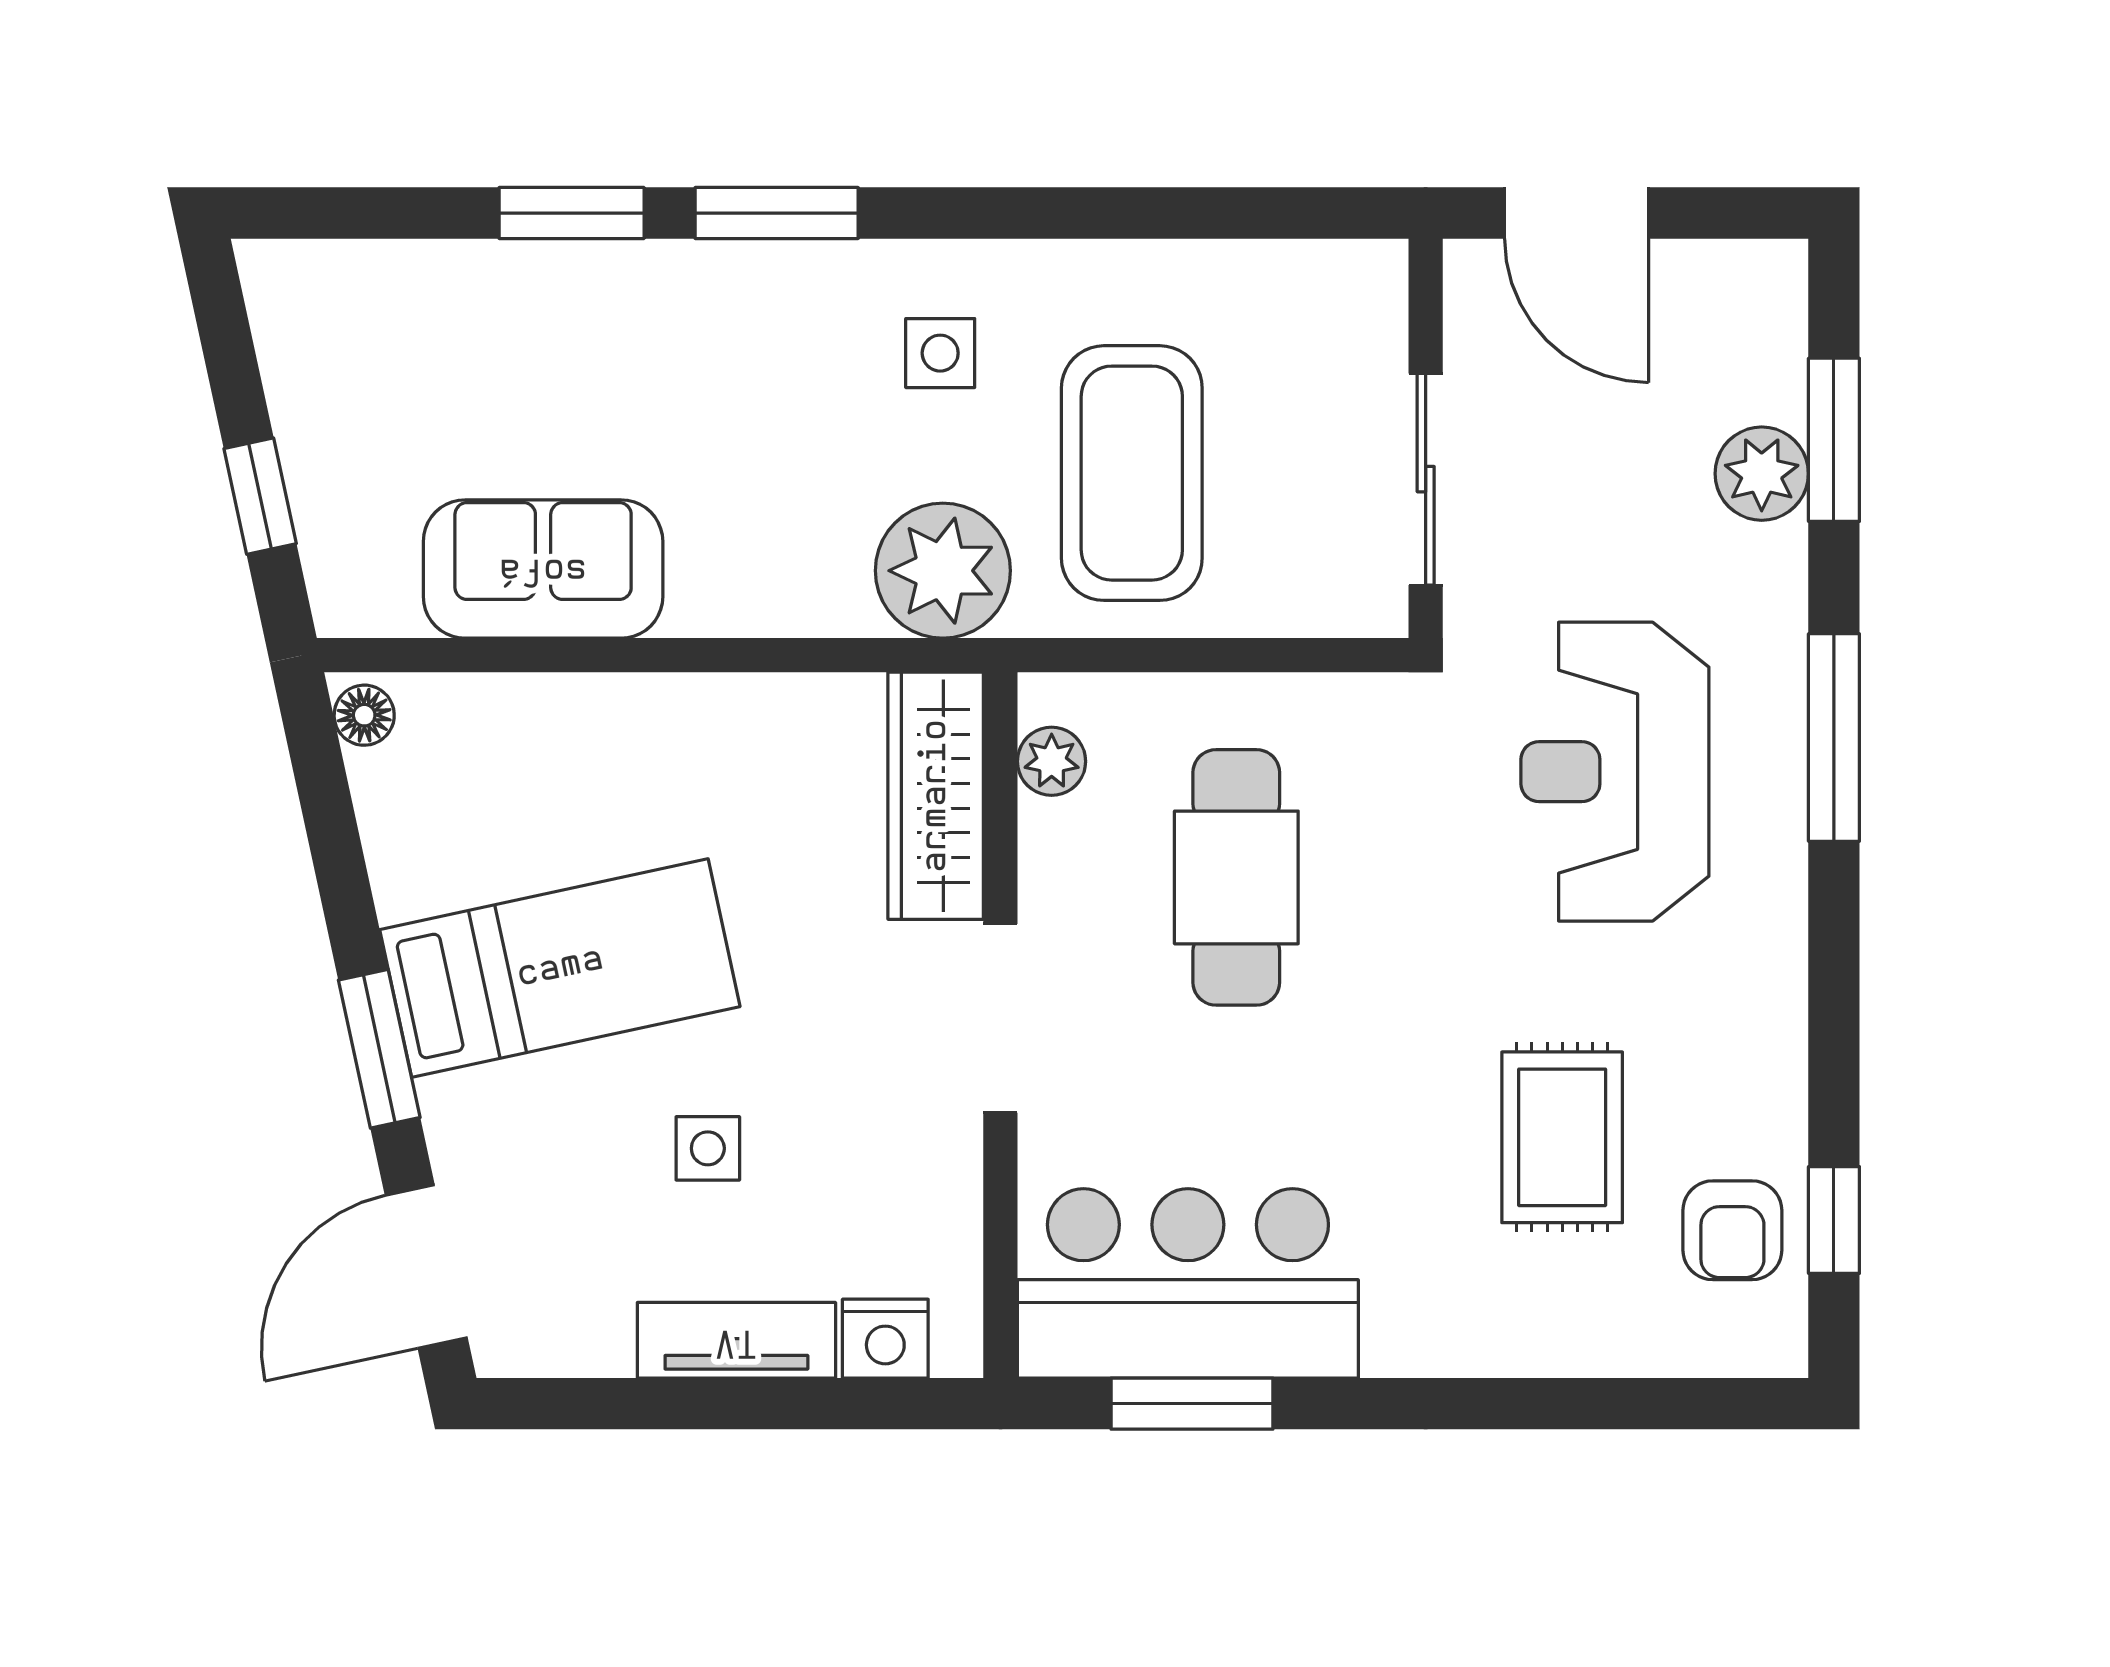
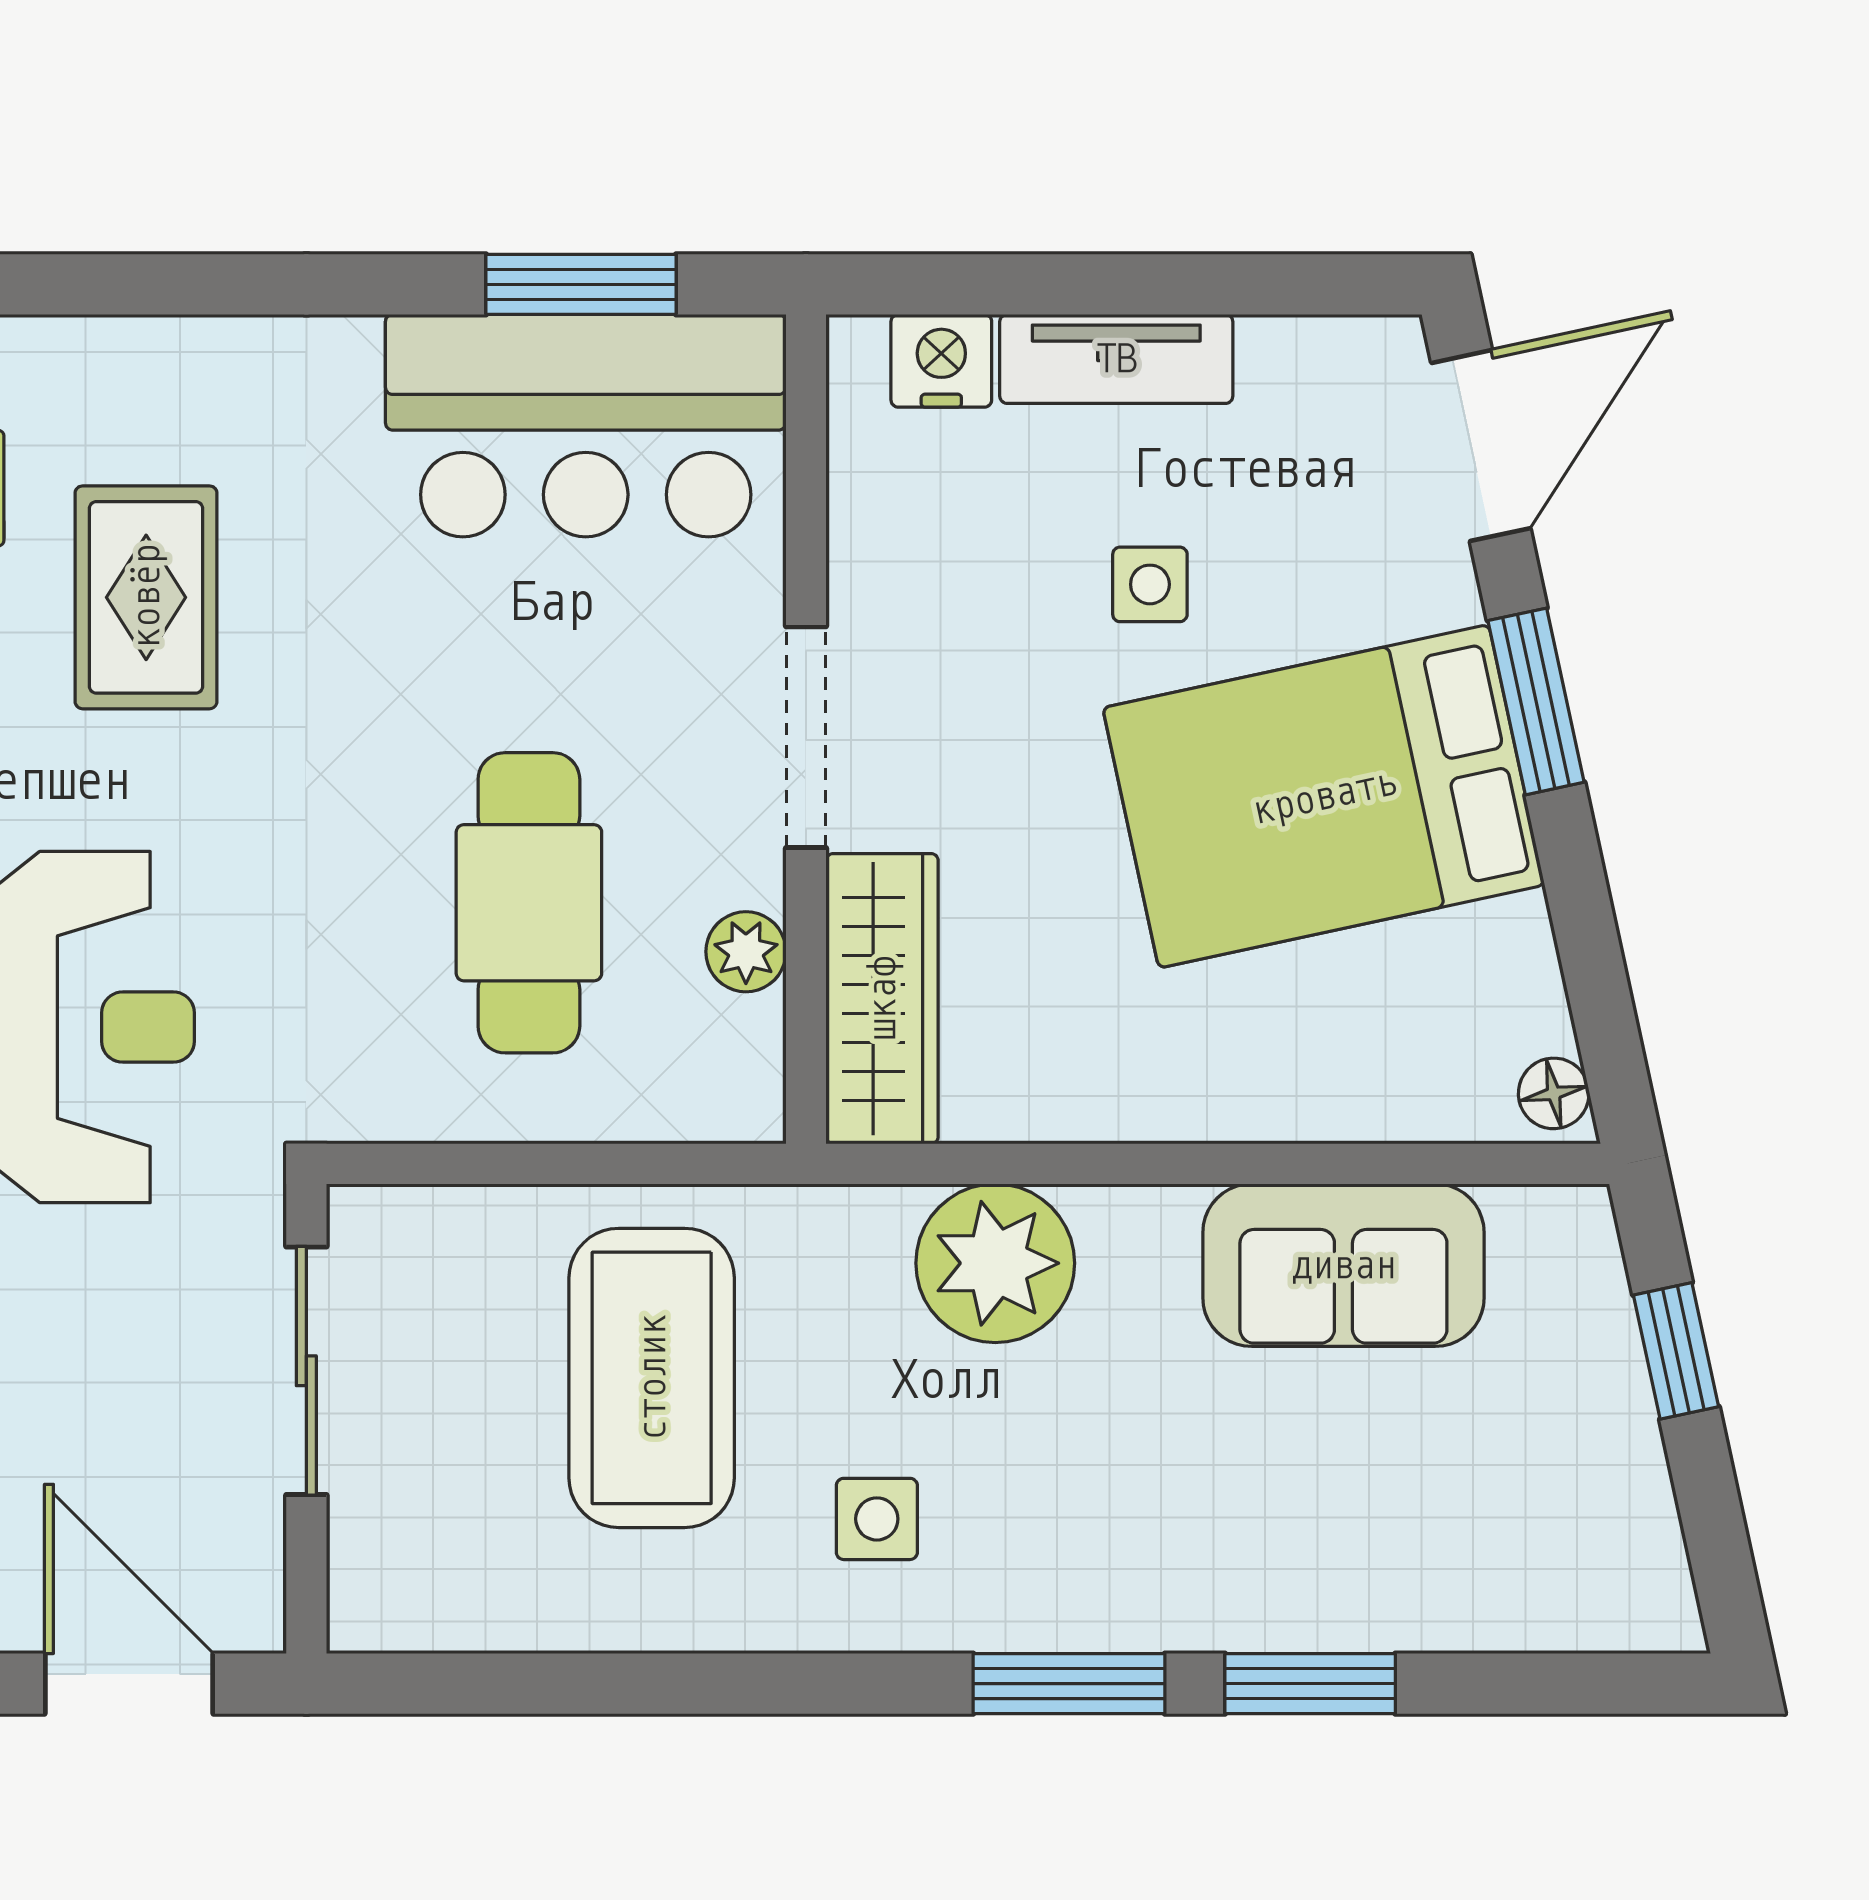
plant: (943, 571) -> (995, 1263), moved
plant: (1052, 761) -> (746, 952), moved
bed: (560, 968) -> (1324, 796), width x1.50

